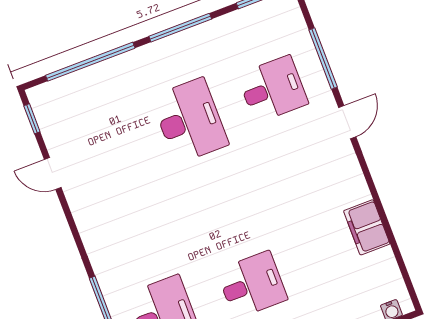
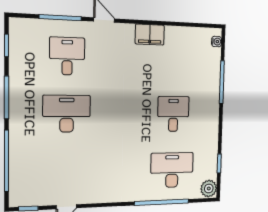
filing cabinet: (367, 227) -> (150, 35), moved

